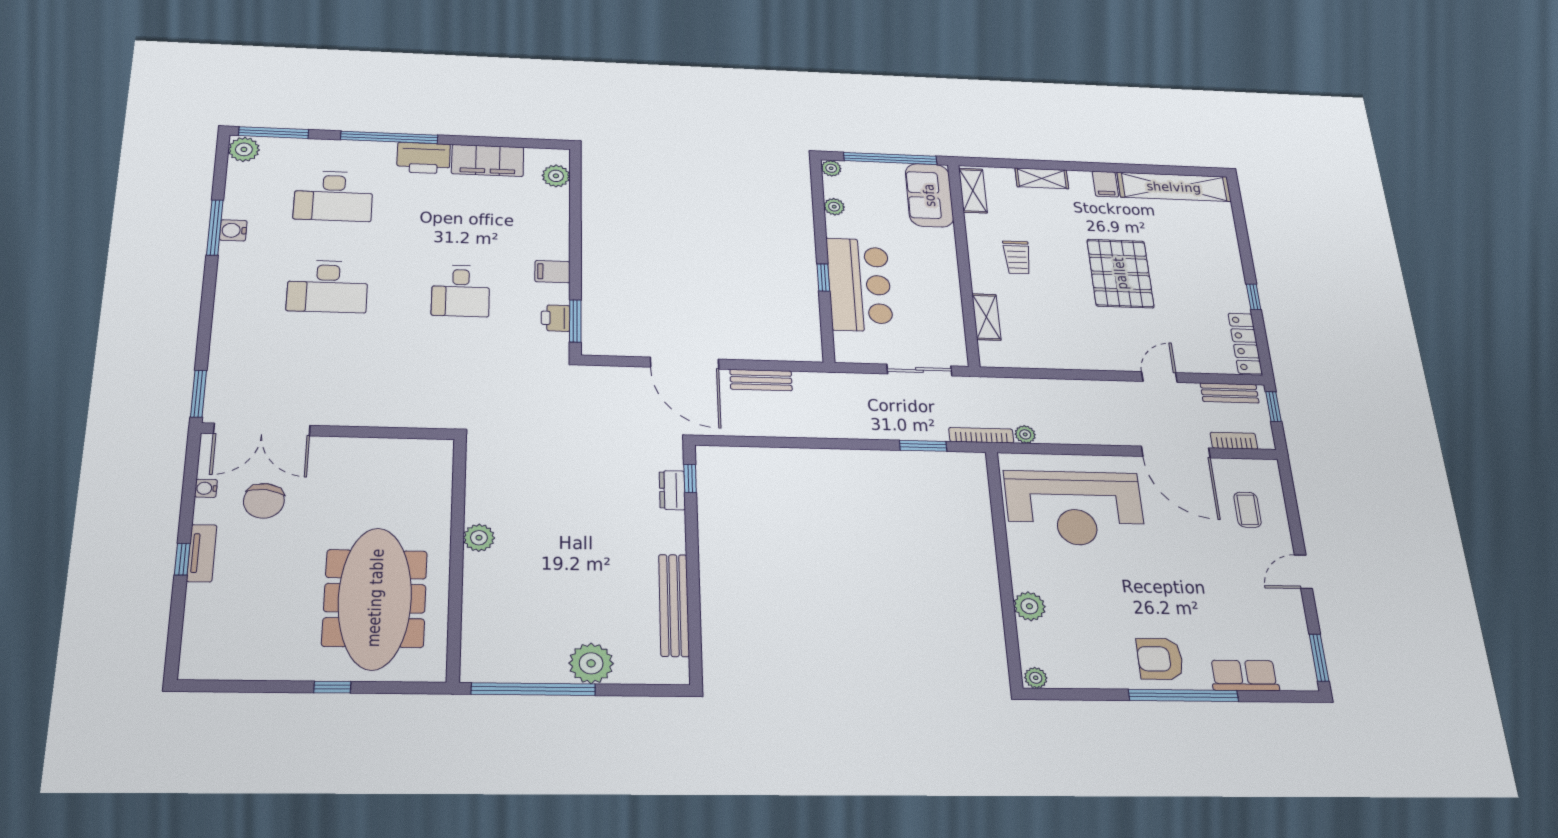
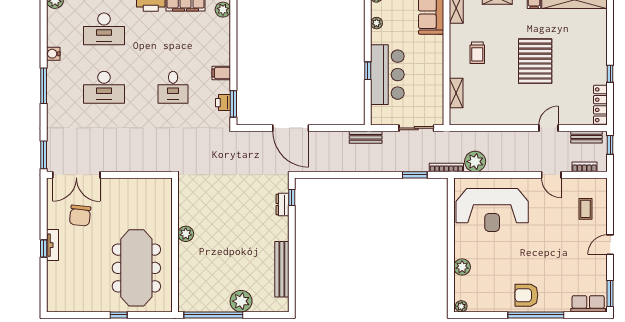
window: (215, 227) -> (44, 86), moved
bench: (761, 380) -> (366, 137), moved
plant: (1025, 434) -> (475, 162), width x1.88, depth x1.88
door: (1176, 452) -> (551, 175), width x0.53
water cooler: (206, 488) -> (52, 209), removed
row of seats: (1244, 675) -> (588, 304), moved

